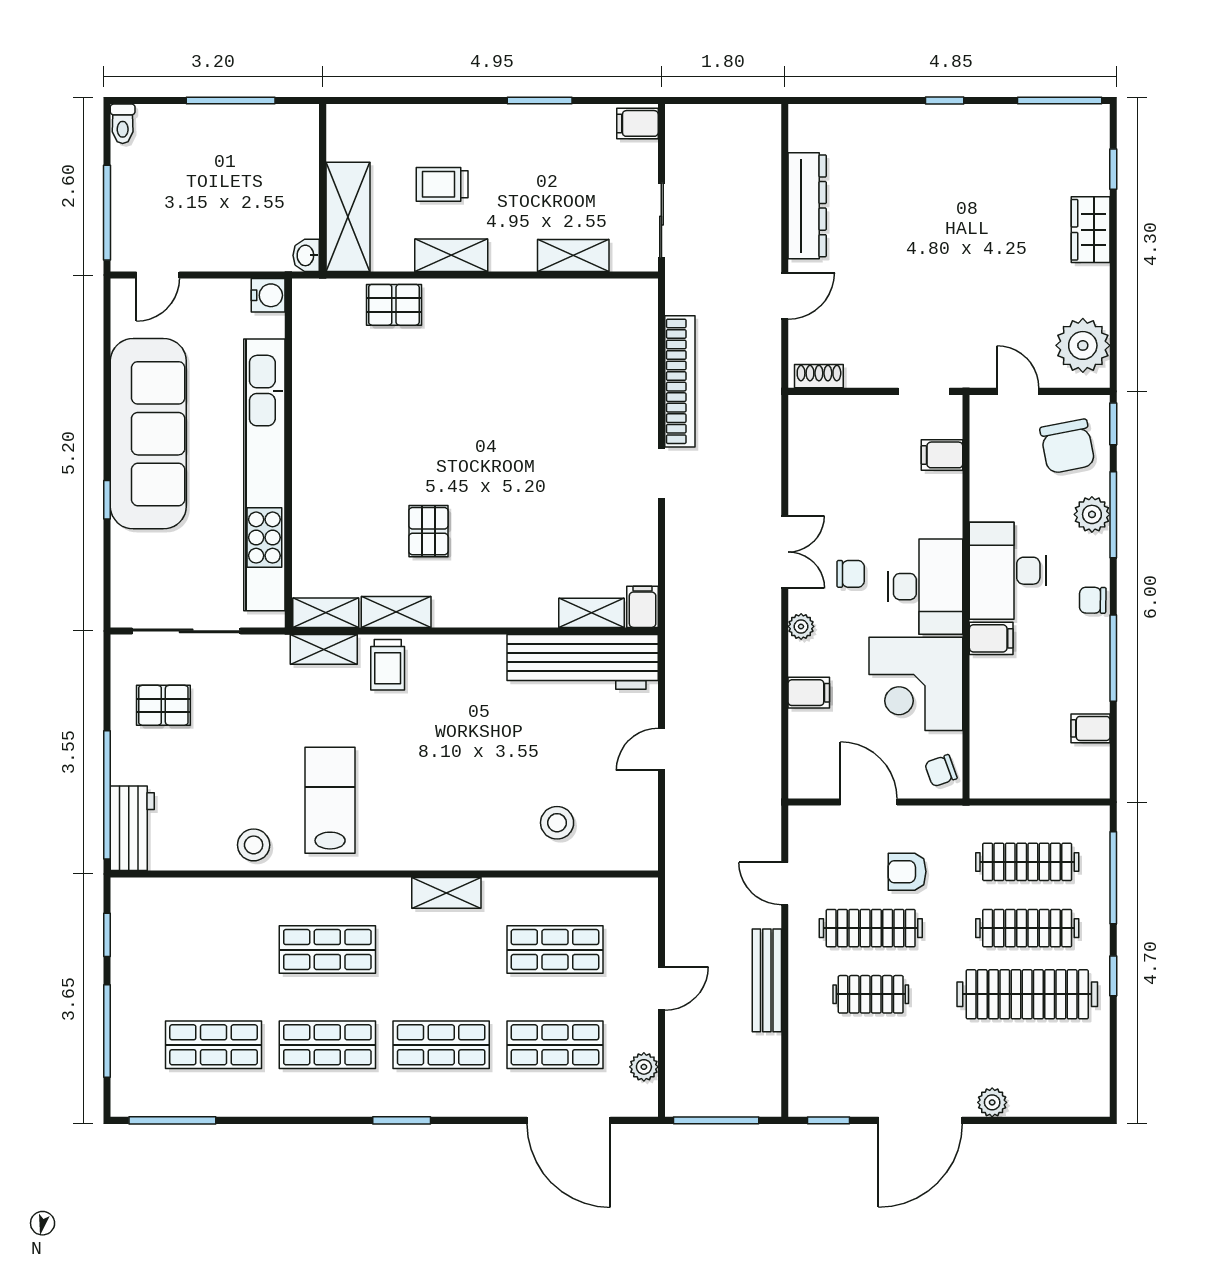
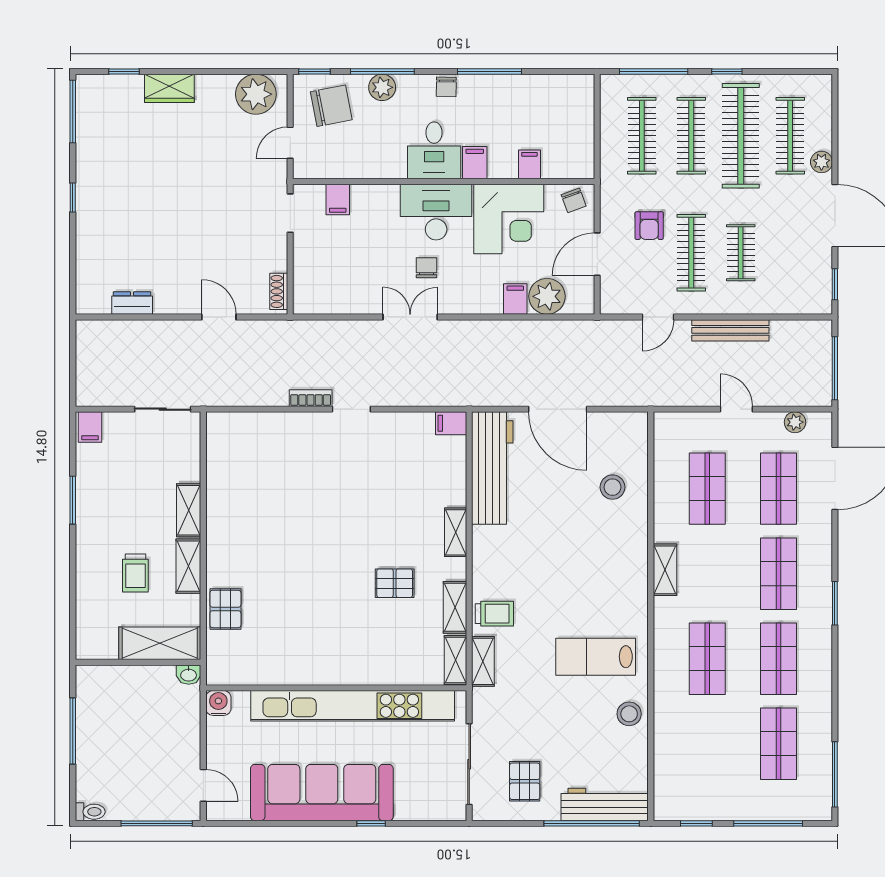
dresser: (807, 206) -> (132, 303), width x0.51, depth x0.80
shelving: (573, 256) -> (189, 510), moved
bookcase: (680, 381) -> (311, 398), width x0.43, depth x0.76
desk: (1008, 571) -> (434, 150), width x0.73
shelving: (592, 613) -> (456, 532), moved
plant: (801, 626) -> (547, 296), moved, width x1.87, depth x1.87
filing cabinet: (1090, 728) -> (529, 164), moved, turned 180
door: (661, 749) -> (558, 409), width x1.88
workbench: (132, 828) -> (605, 804), width x1.37
clothes rail: (1027, 1061) -> (790, 136), added

